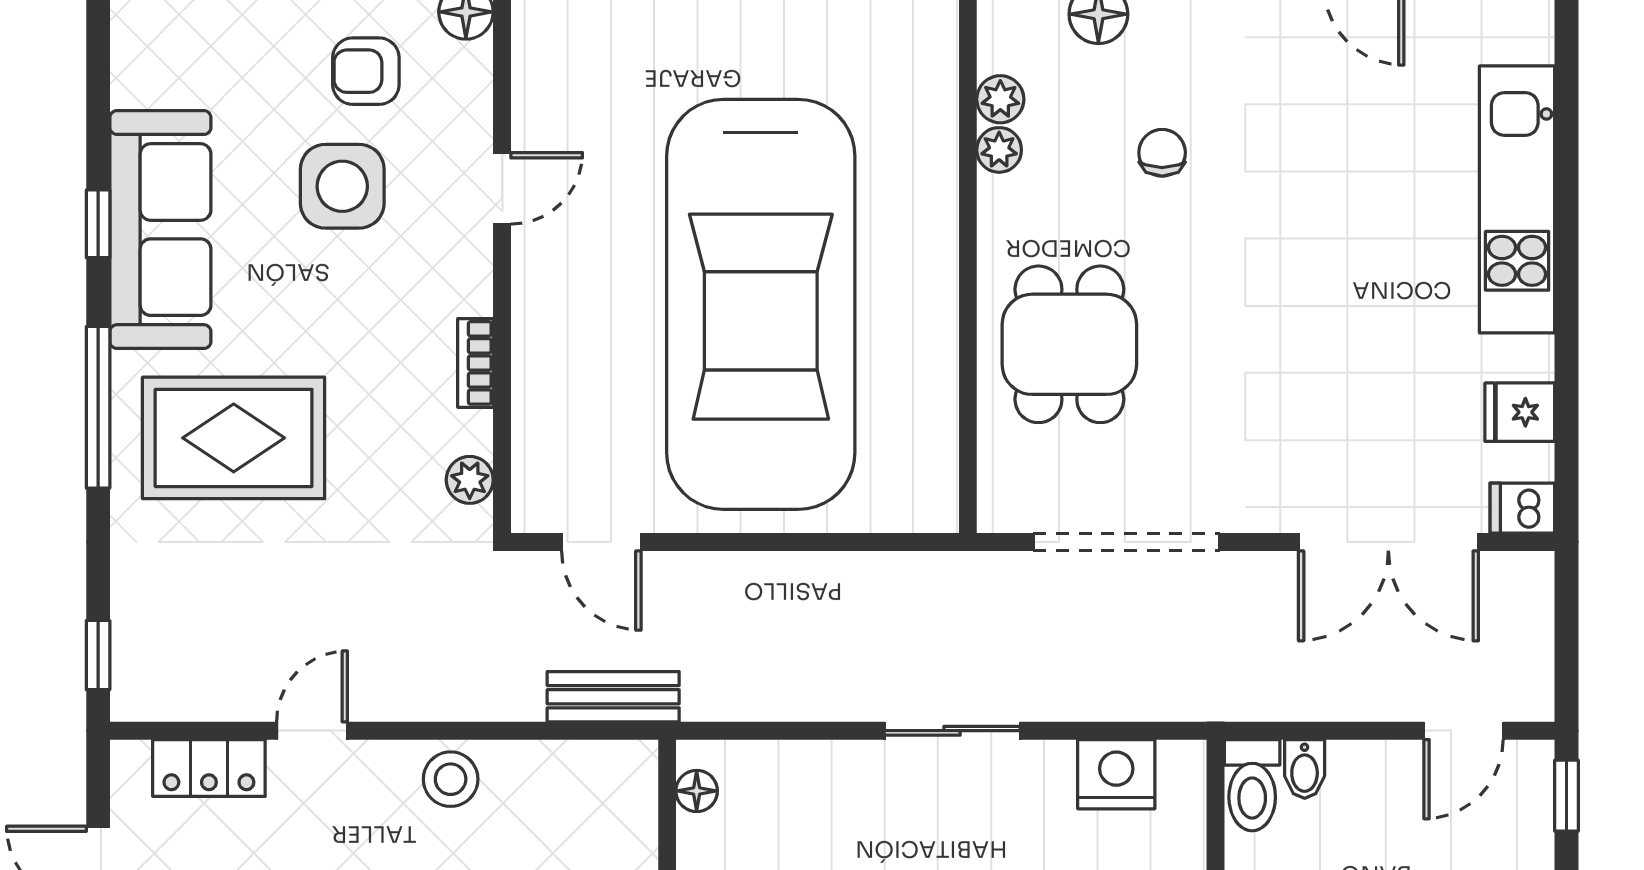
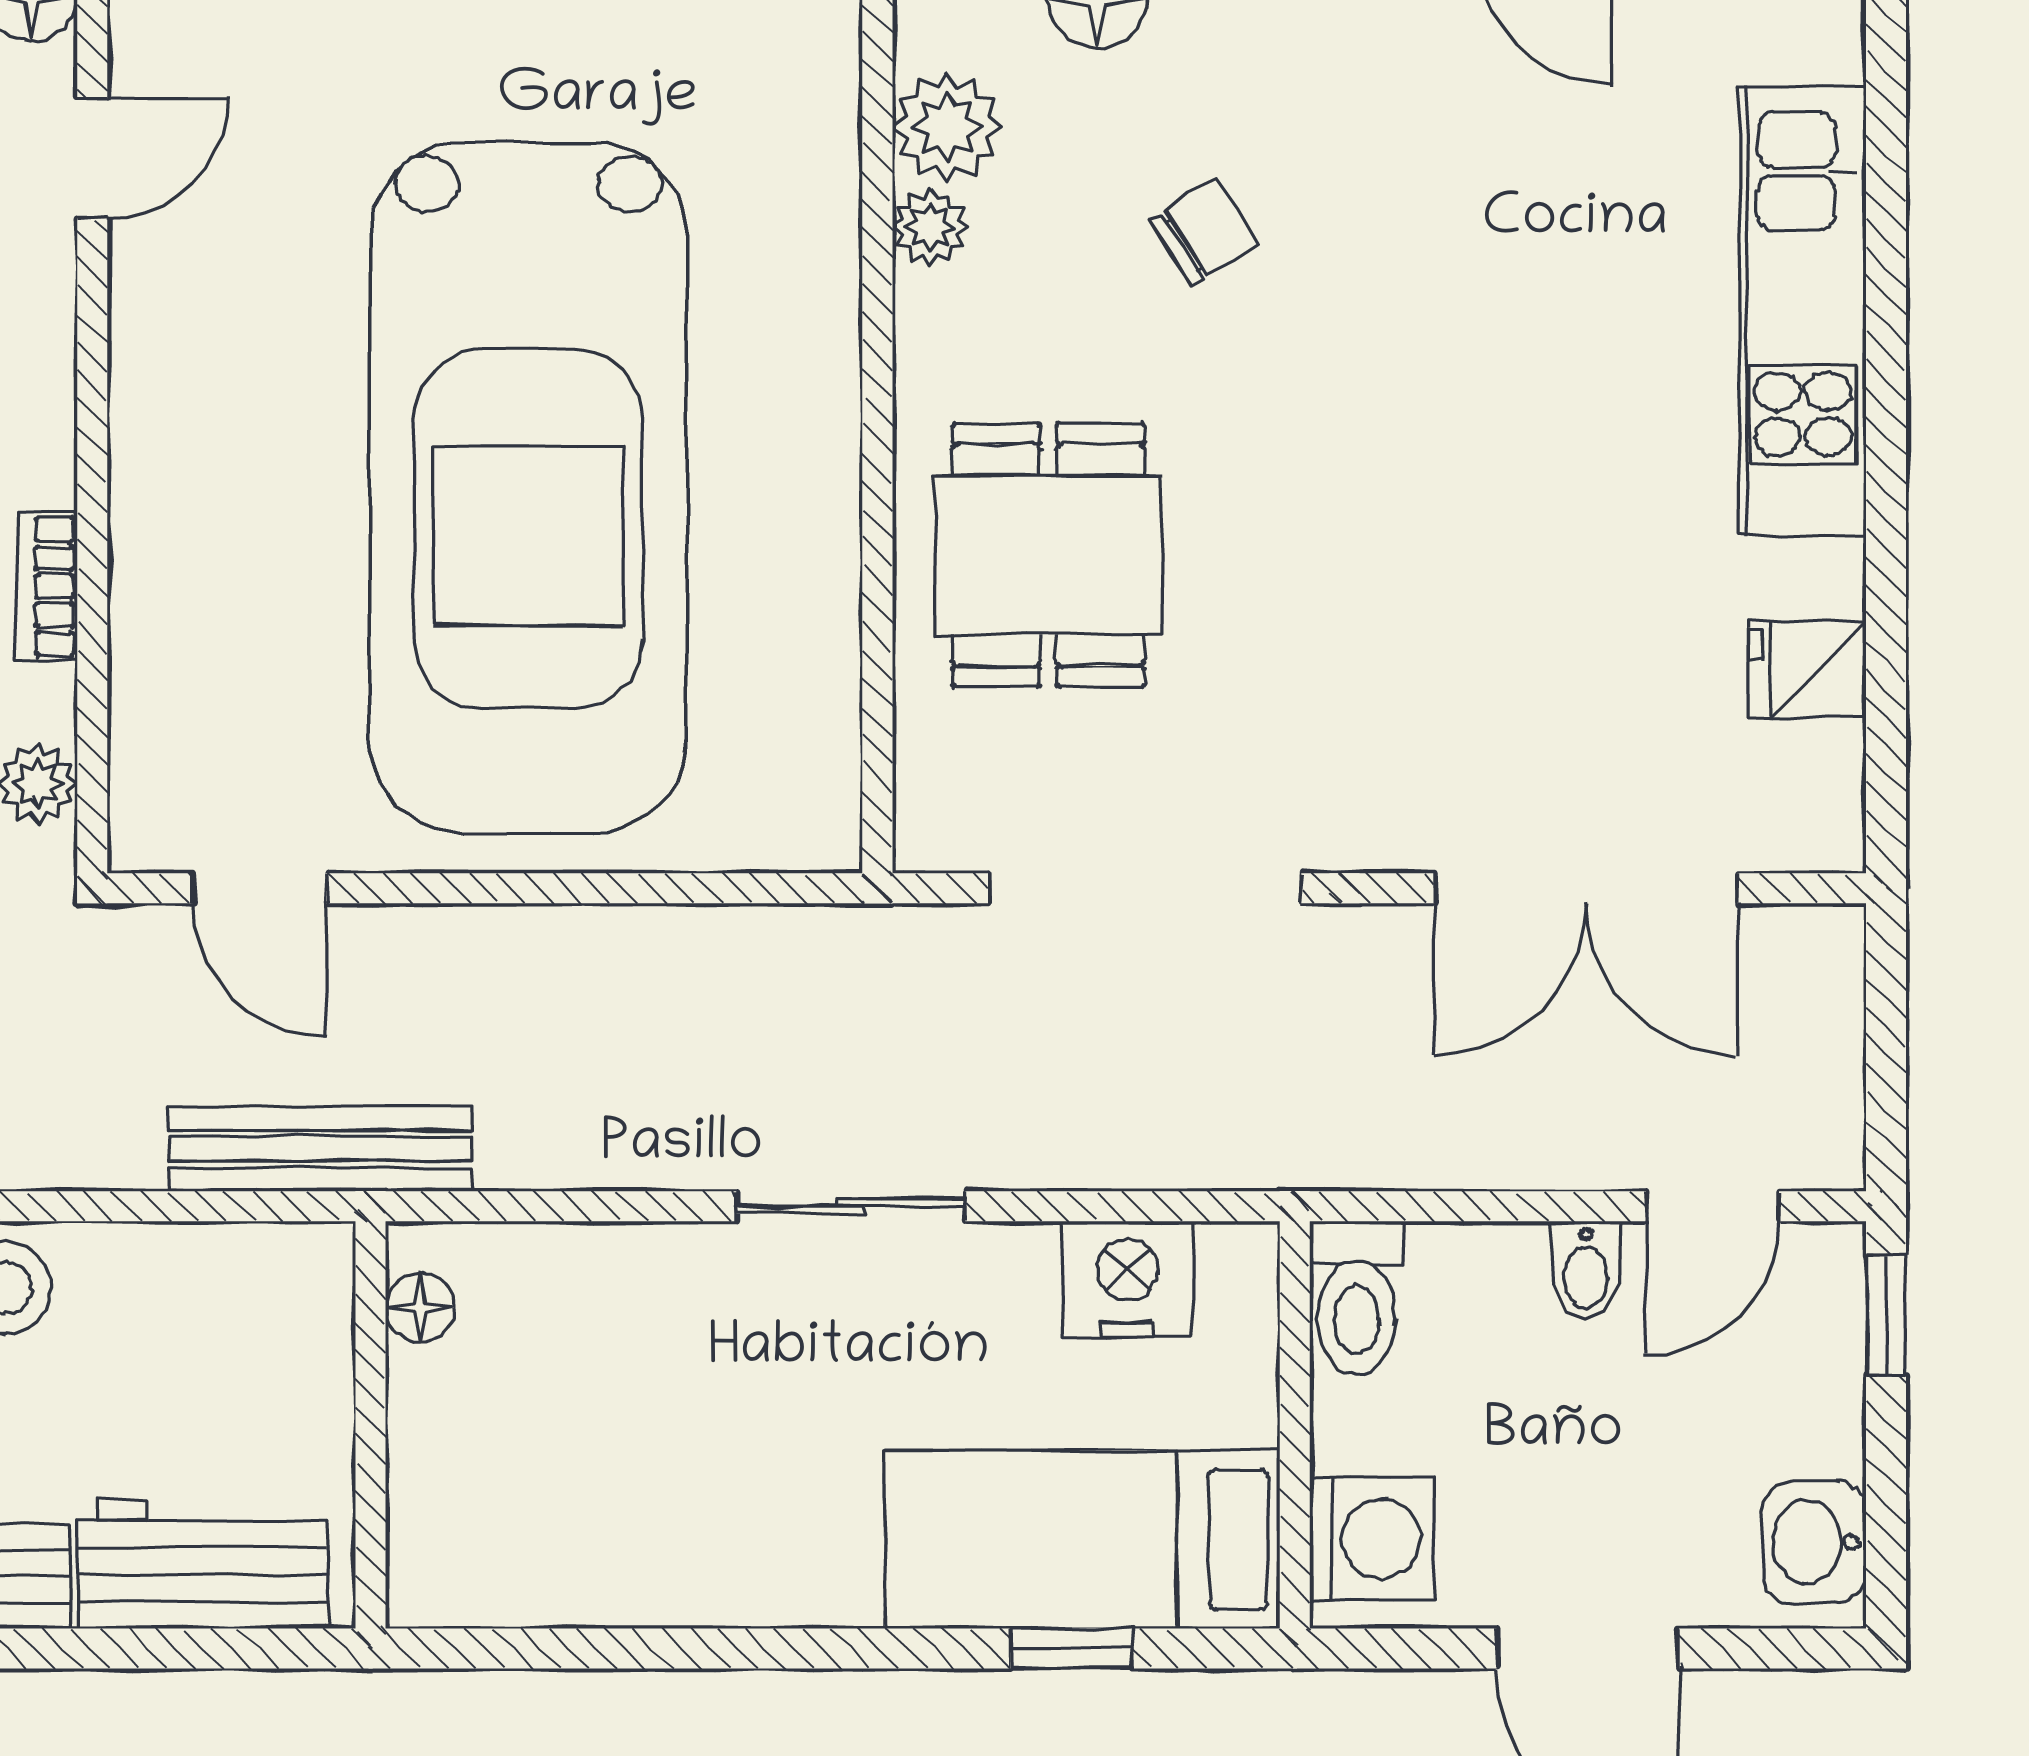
plant: (1000, 99) -> (947, 127), width x1.38, depth x1.38
chair: (1162, 153) -> (1205, 232), turned 57
door: (502, 188) -> (92, 158), moved
dishwasher: (1522, 508) -> (1812, 831), removed
bench: (613, 697) -> (320, 1149), width x1.36
bidet: (1305, 769) -> (1586, 1271), moved

